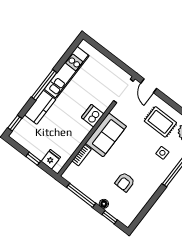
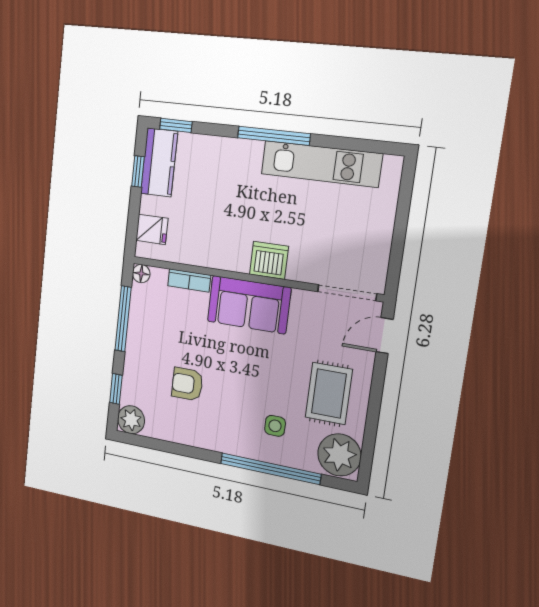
kitchen counter: (40, 107) -> (159, 163), moved, turned -90
window: (33, 159) -> (138, 171), moved
floor lamp: (104, 204) -> (141, 274), moved
plant: (127, 218) -> (131, 420), added

